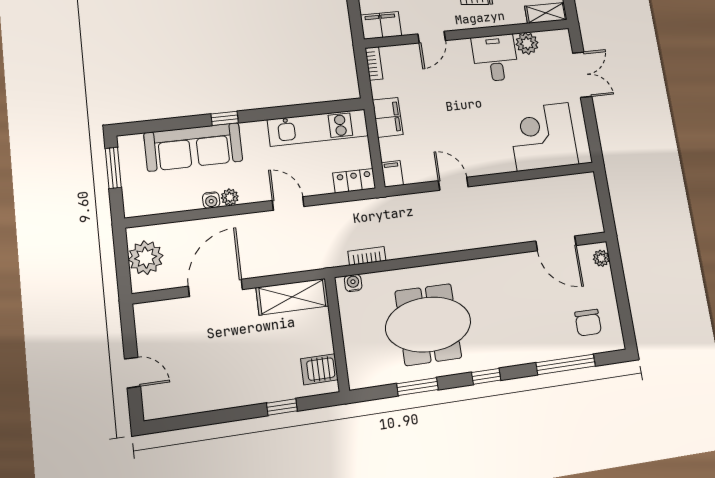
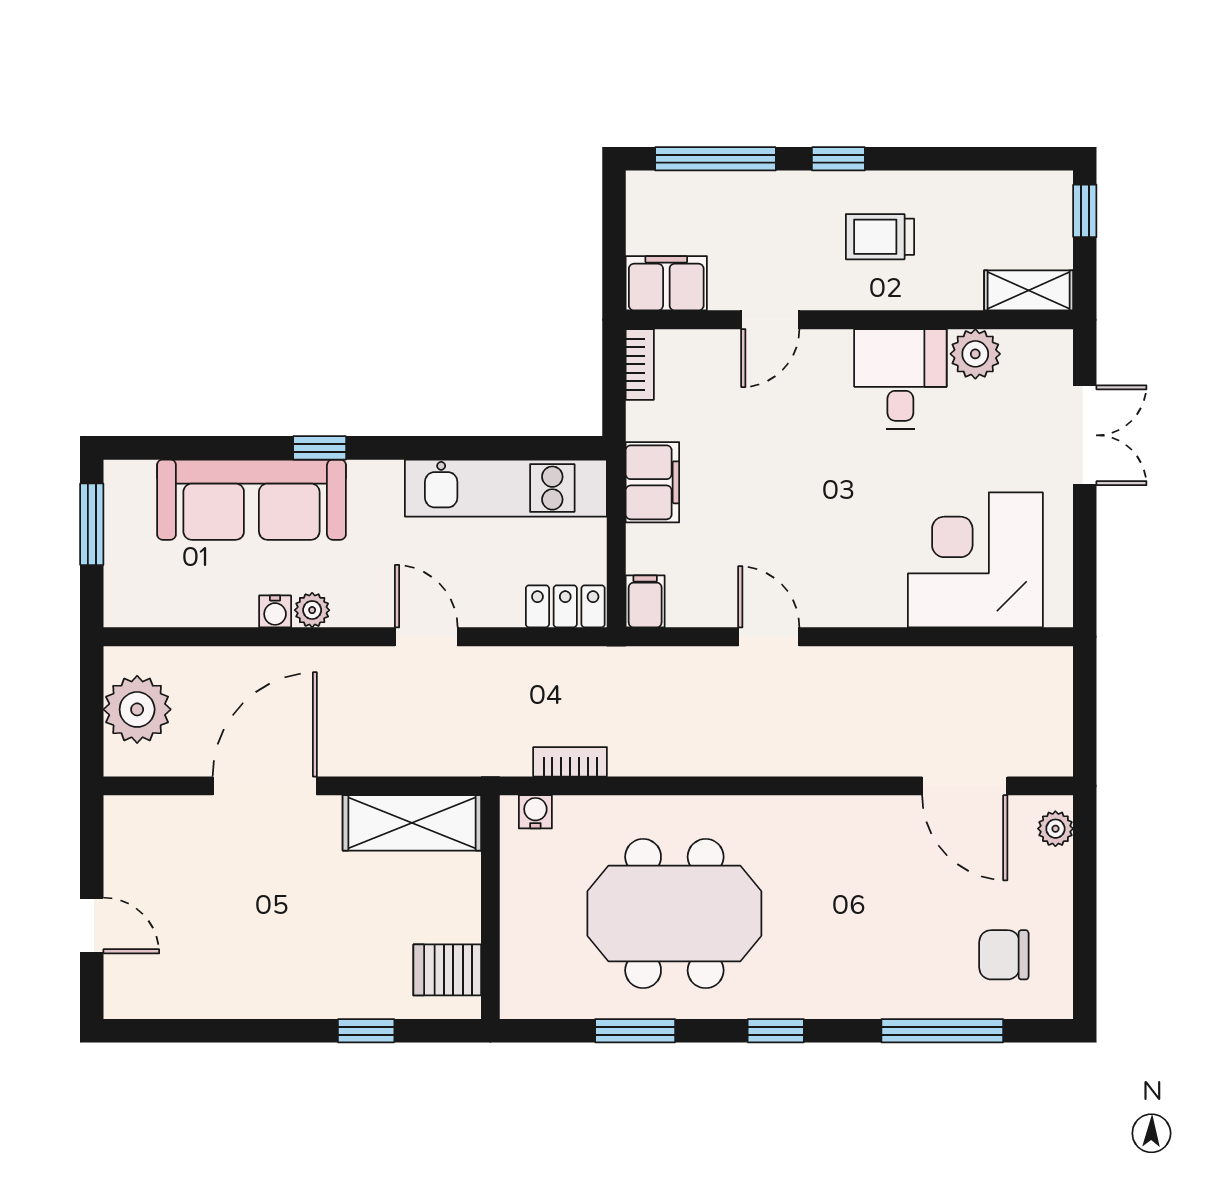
chair: (588, 323) -> (1004, 955), turned 90

